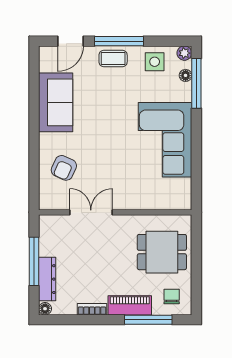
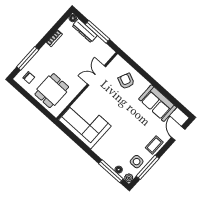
window: (119, 41) -> (148, 167), moved
corner sofa: (165, 140) -> (85, 123), moved
double door: (91, 212) -> (96, 76), swing flipped
piano: (130, 305) -> (41, 56), removed

